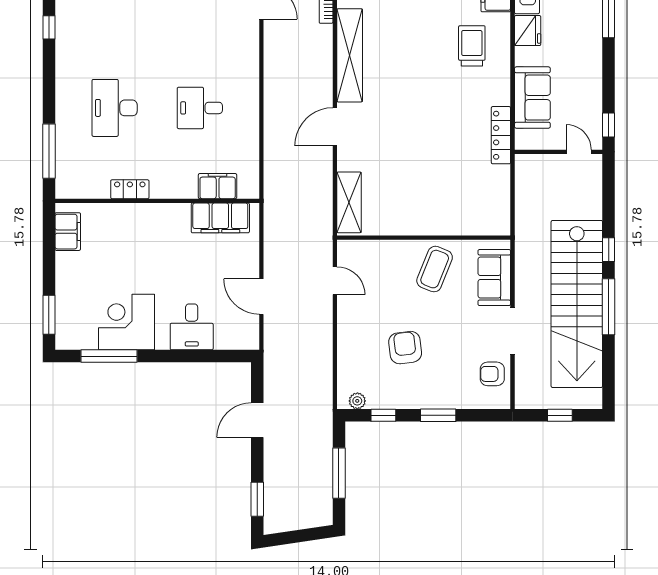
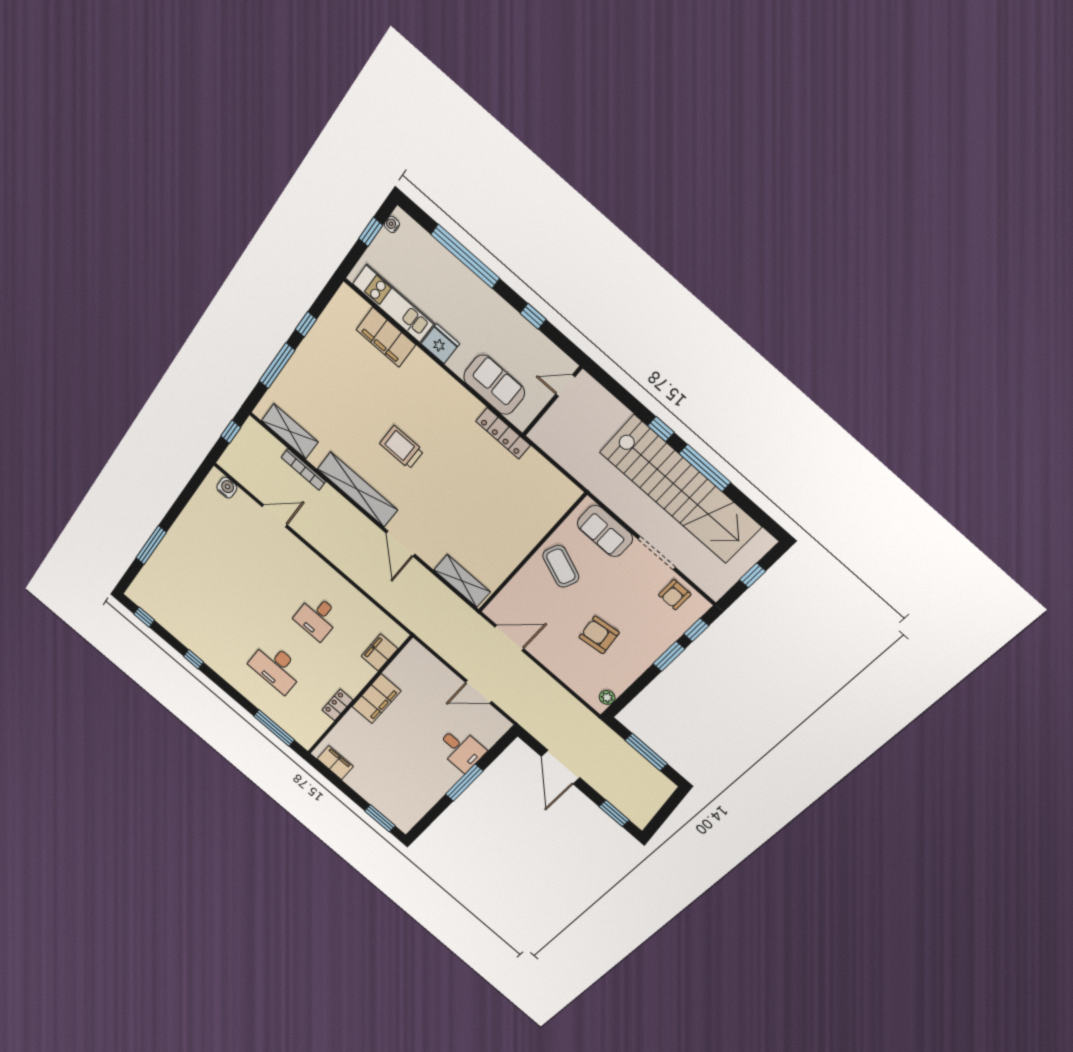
trolley: (472, 46) -> (402, 447), moved
window: (609, 125) -> (533, 316), moved
filing cabinet: (220, 218) -> (376, 699), moved
door: (335, 281) -> (509, 638), width x1.38
corner desk: (126, 322) -> (423, 782), removed
window: (109, 356) -> (464, 783), moved
window: (383, 415) -> (696, 630), moved
door: (257, 420) -> (561, 767), width x1.36

